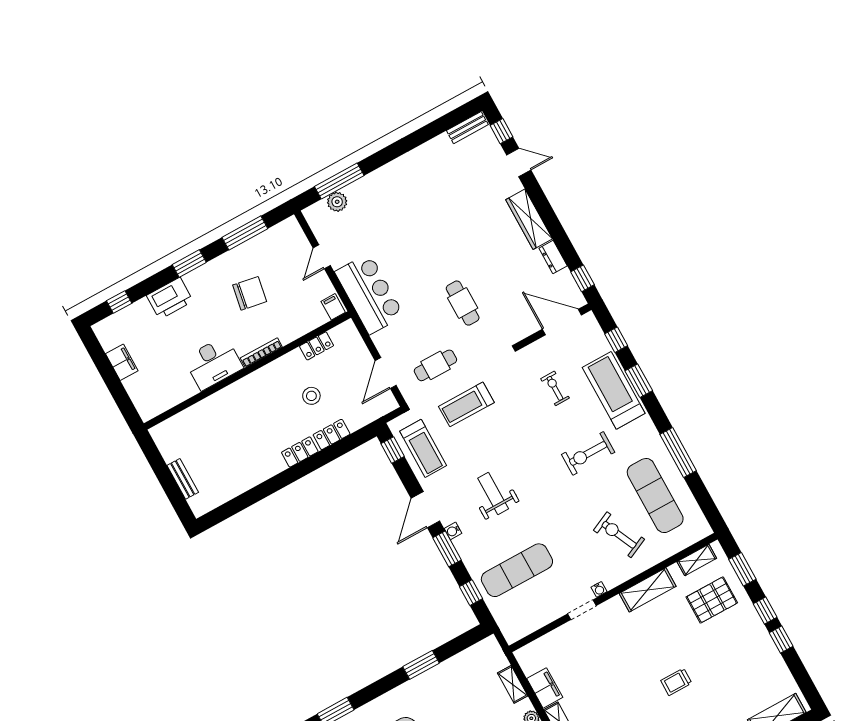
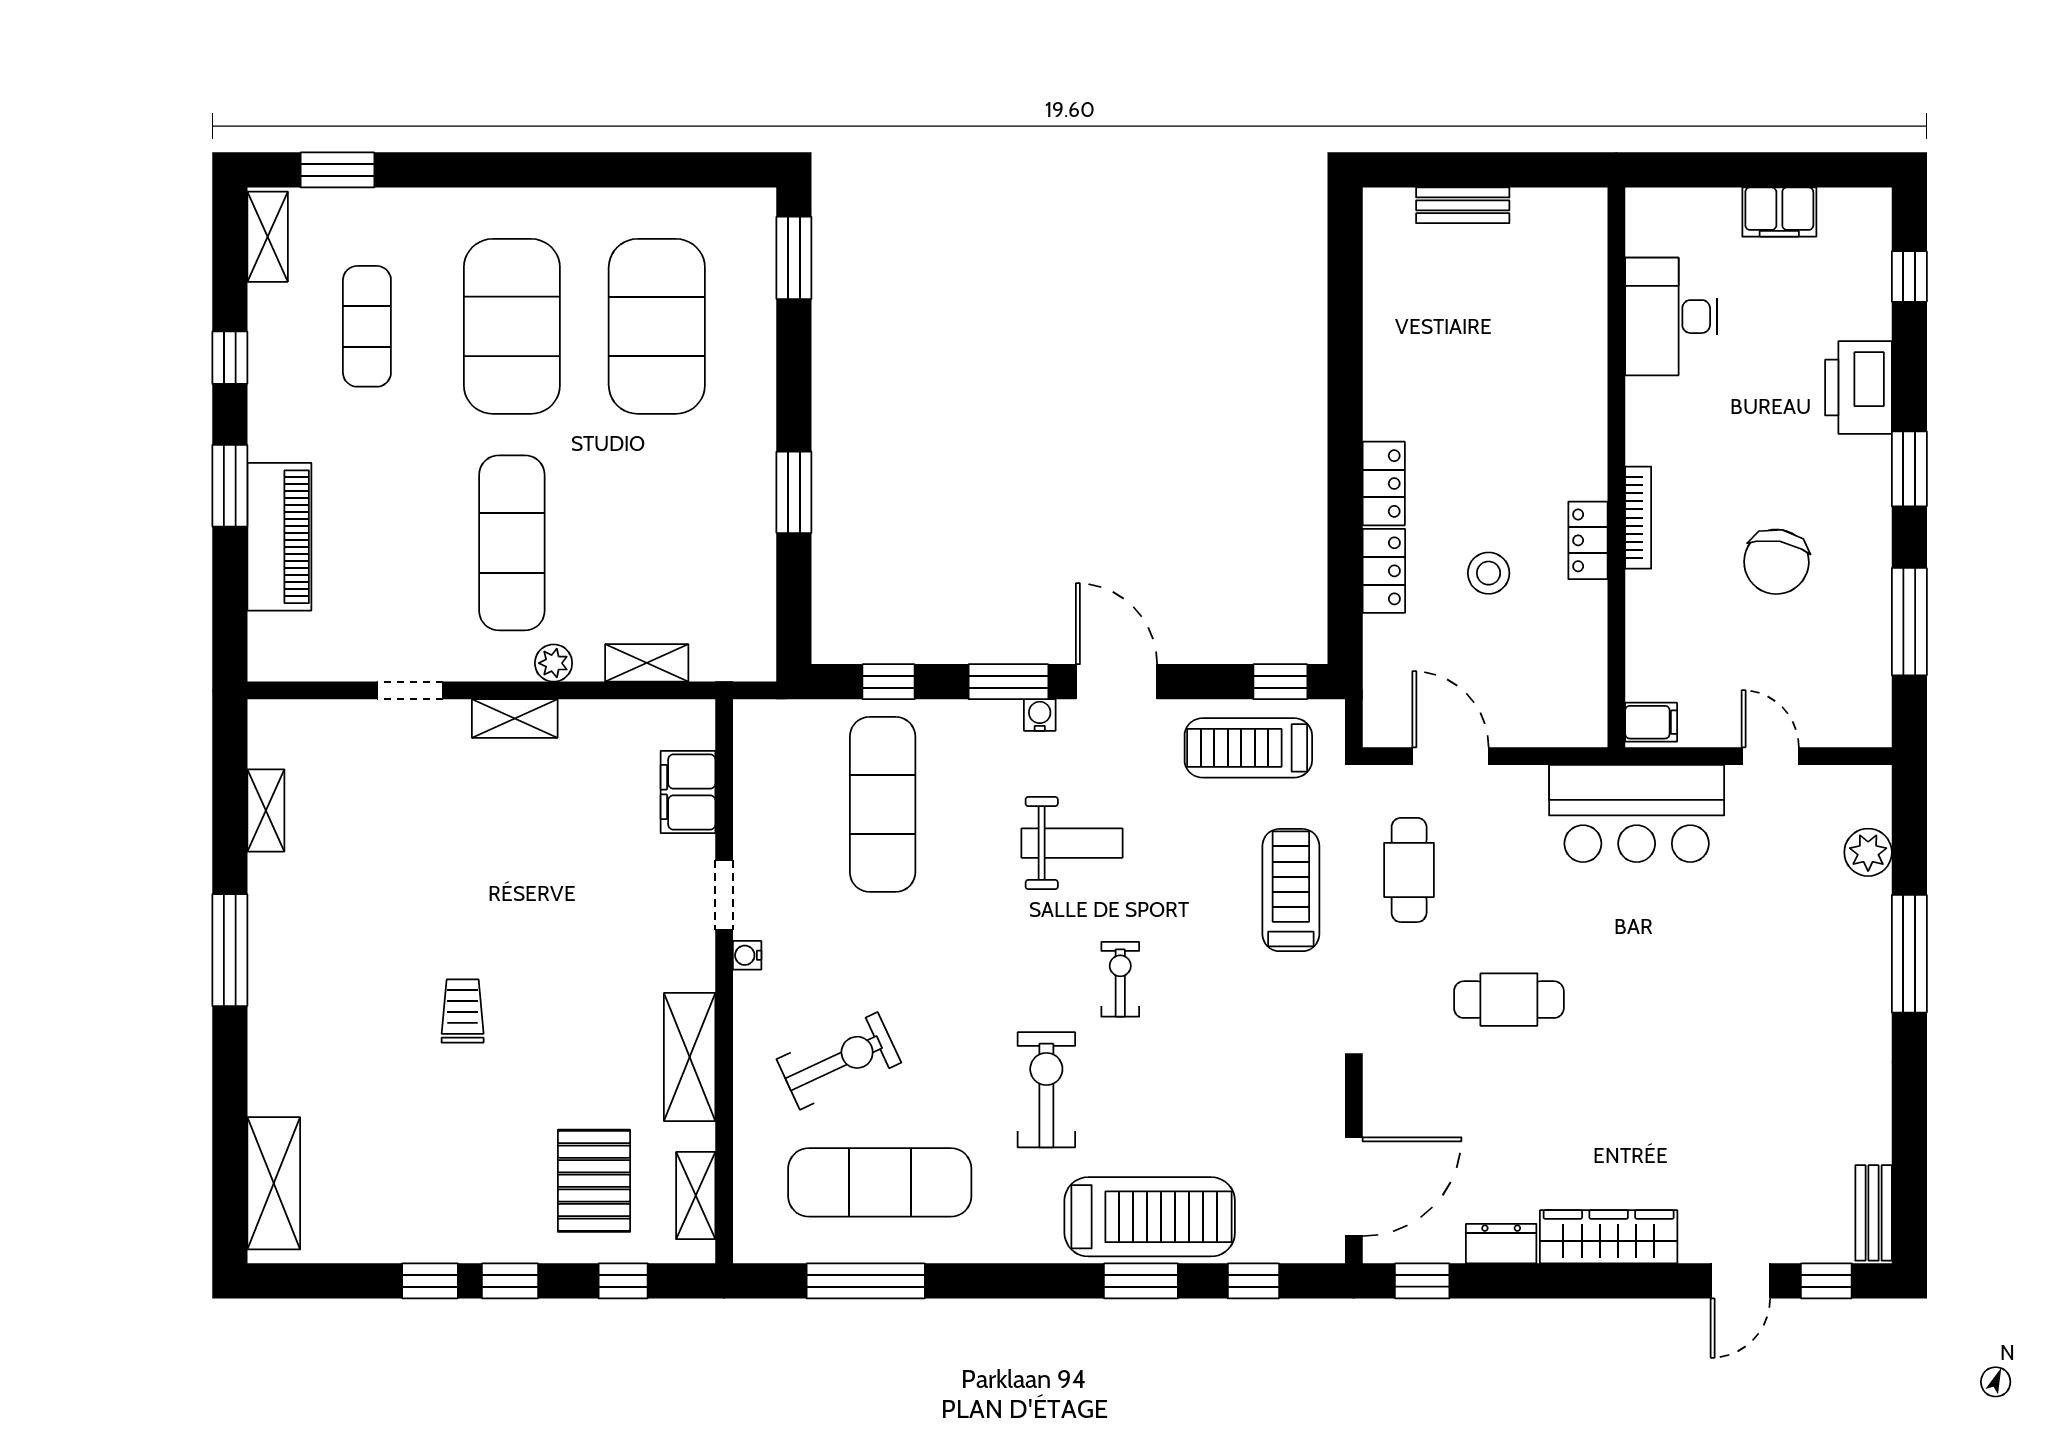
window: (339, 181) -> (1909, 954), moved
locker: (317, 346) -> (1588, 540), moved
desk: (213, 363) -> (1671, 317), moved
exercise bike: (555, 388) -> (1120, 979), moved, turned -90
window: (678, 453) -> (866, 1281), moved
window: (742, 569) -> (623, 1281), width x0.67
filing cabinet: (545, 688) -> (688, 792), moved, turned 90

